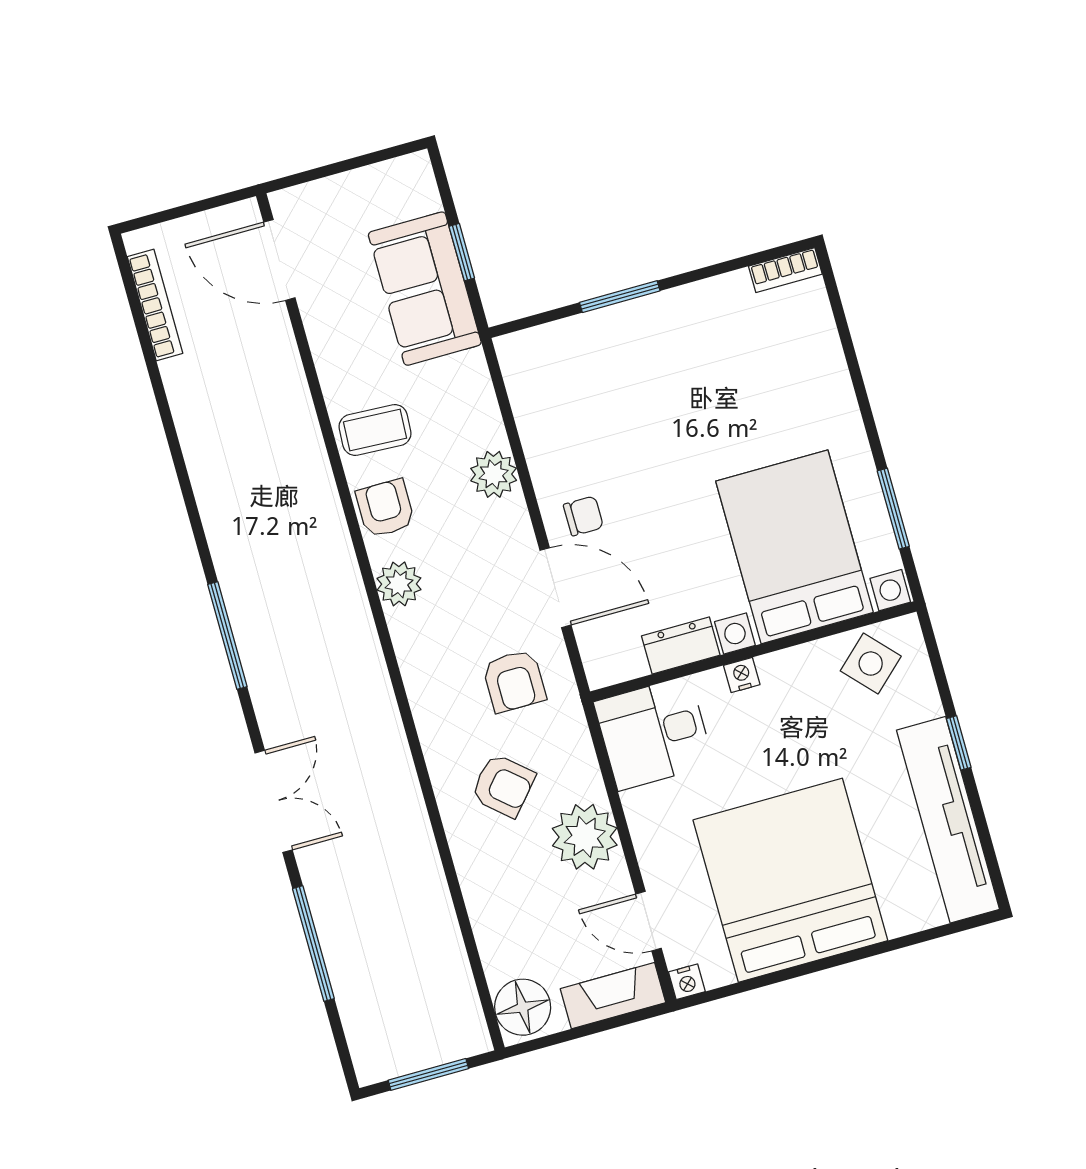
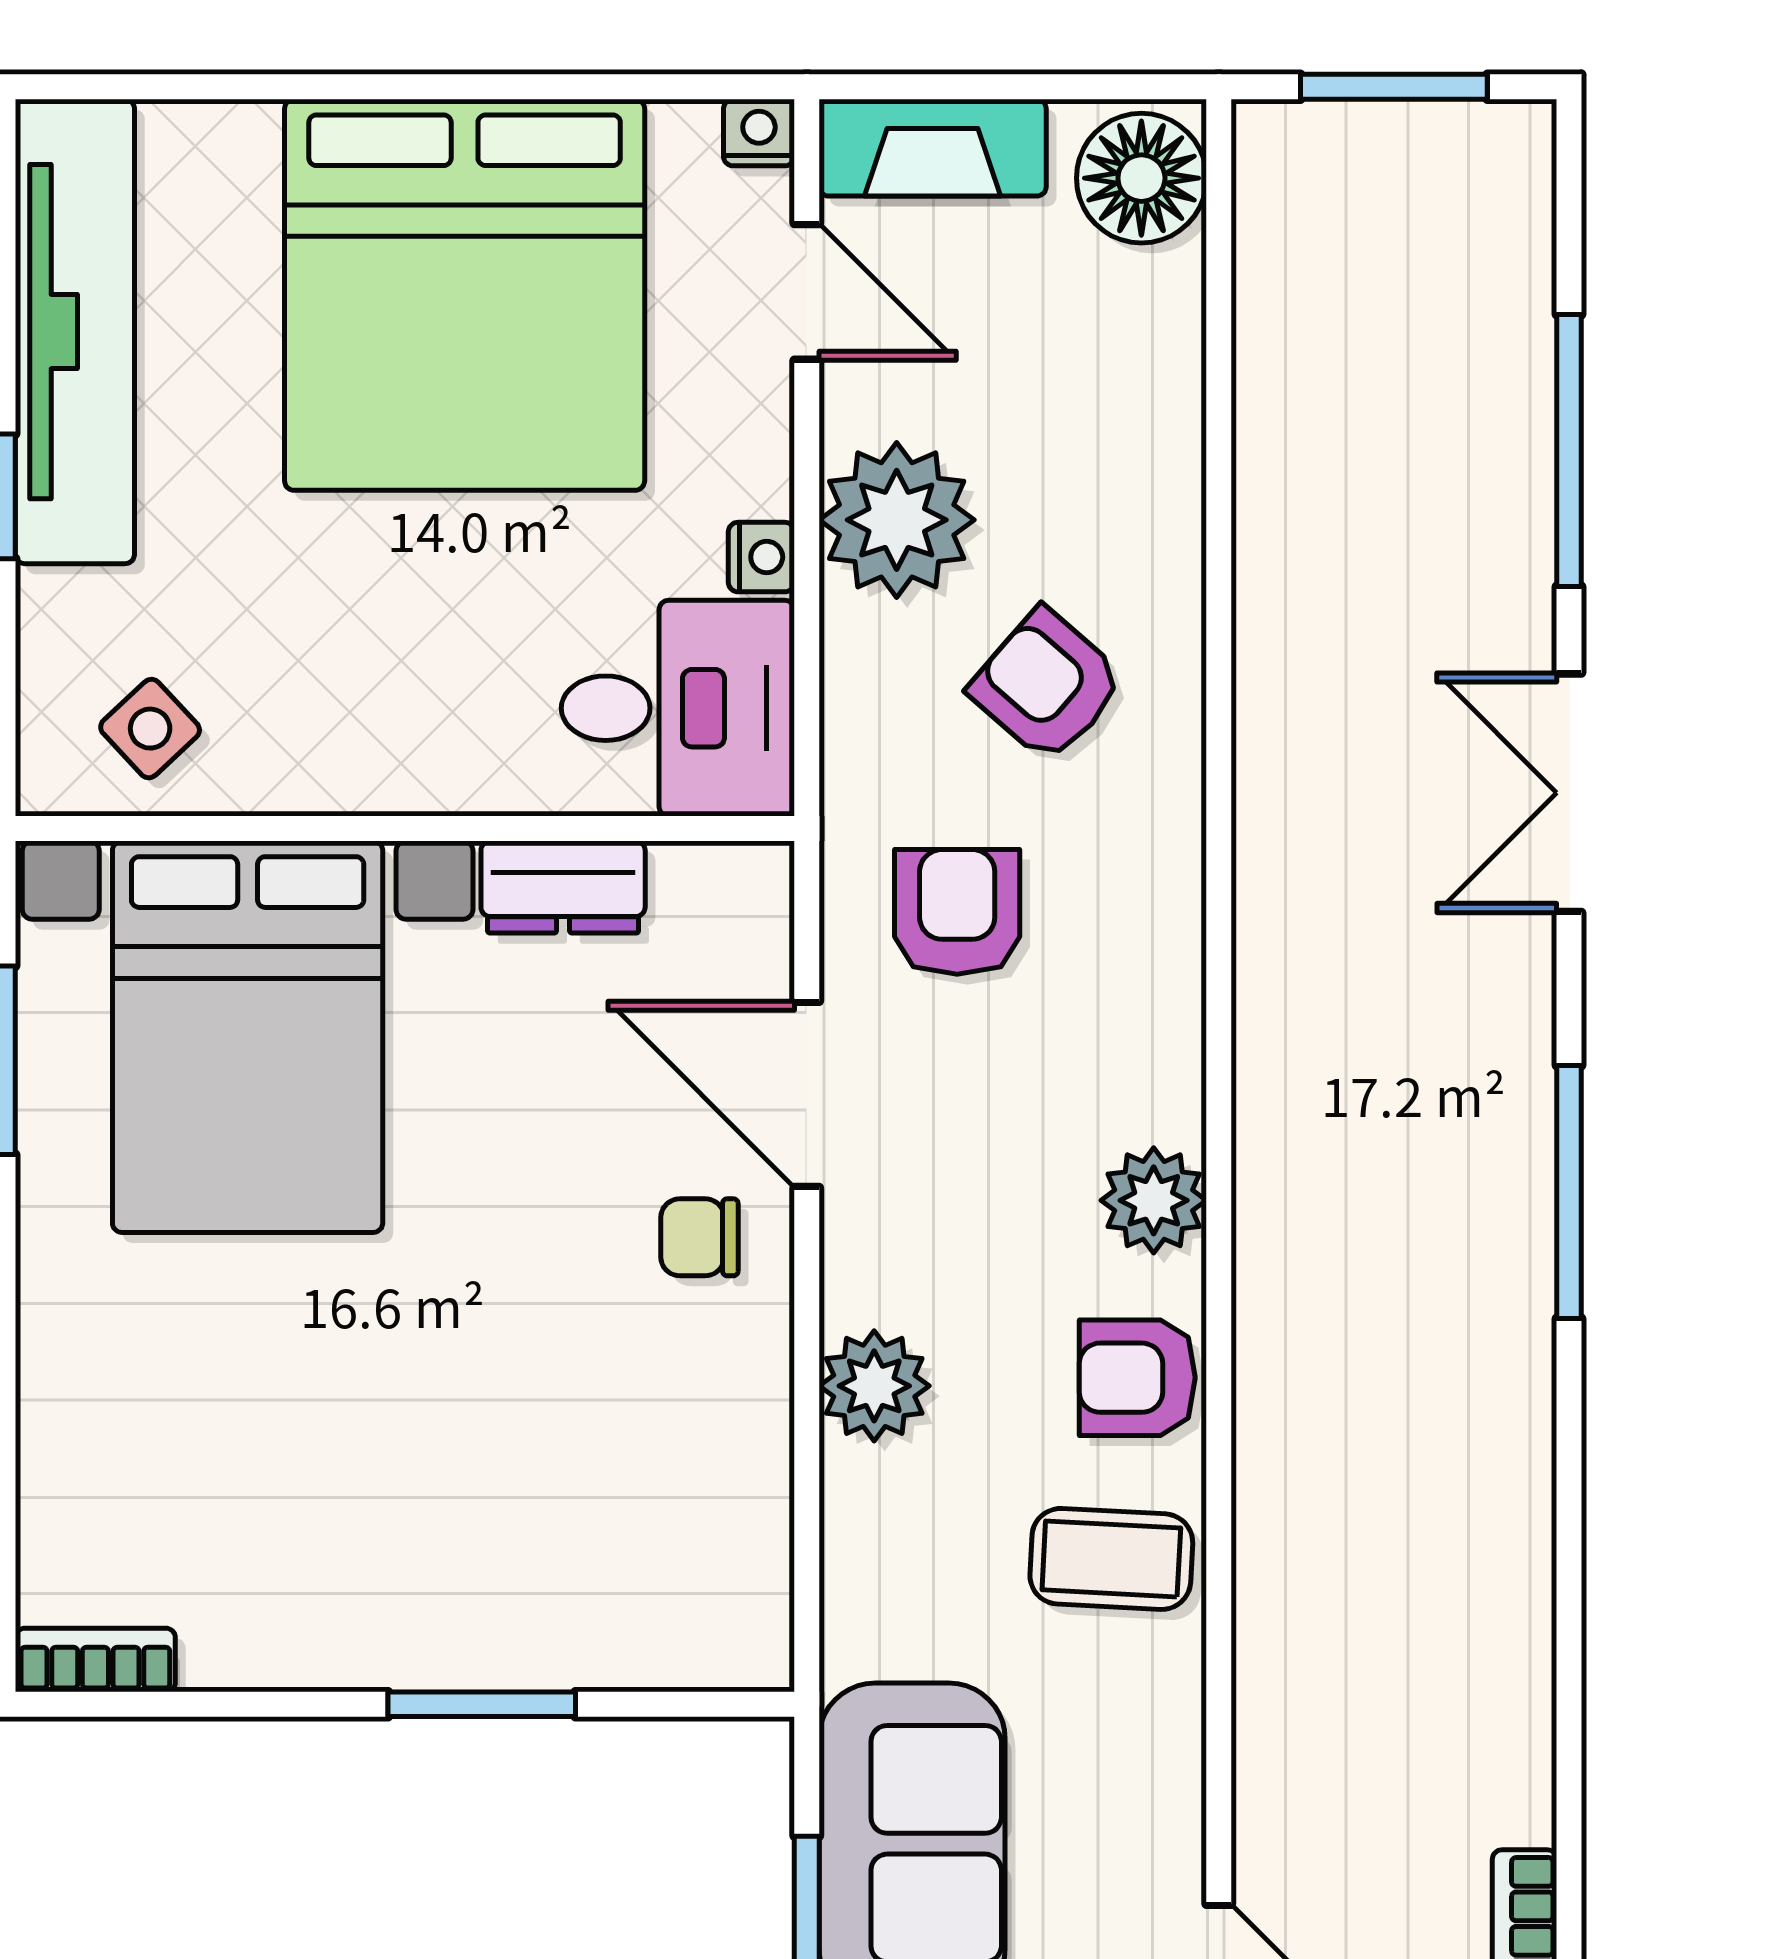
armchair: (385, 508) -> (1137, 1378), turned 90
side table: (871, 664) -> (150, 729), width x0.73, depth x0.73
nightstand: (742, 675) -> (761, 557), moved, turned -90

